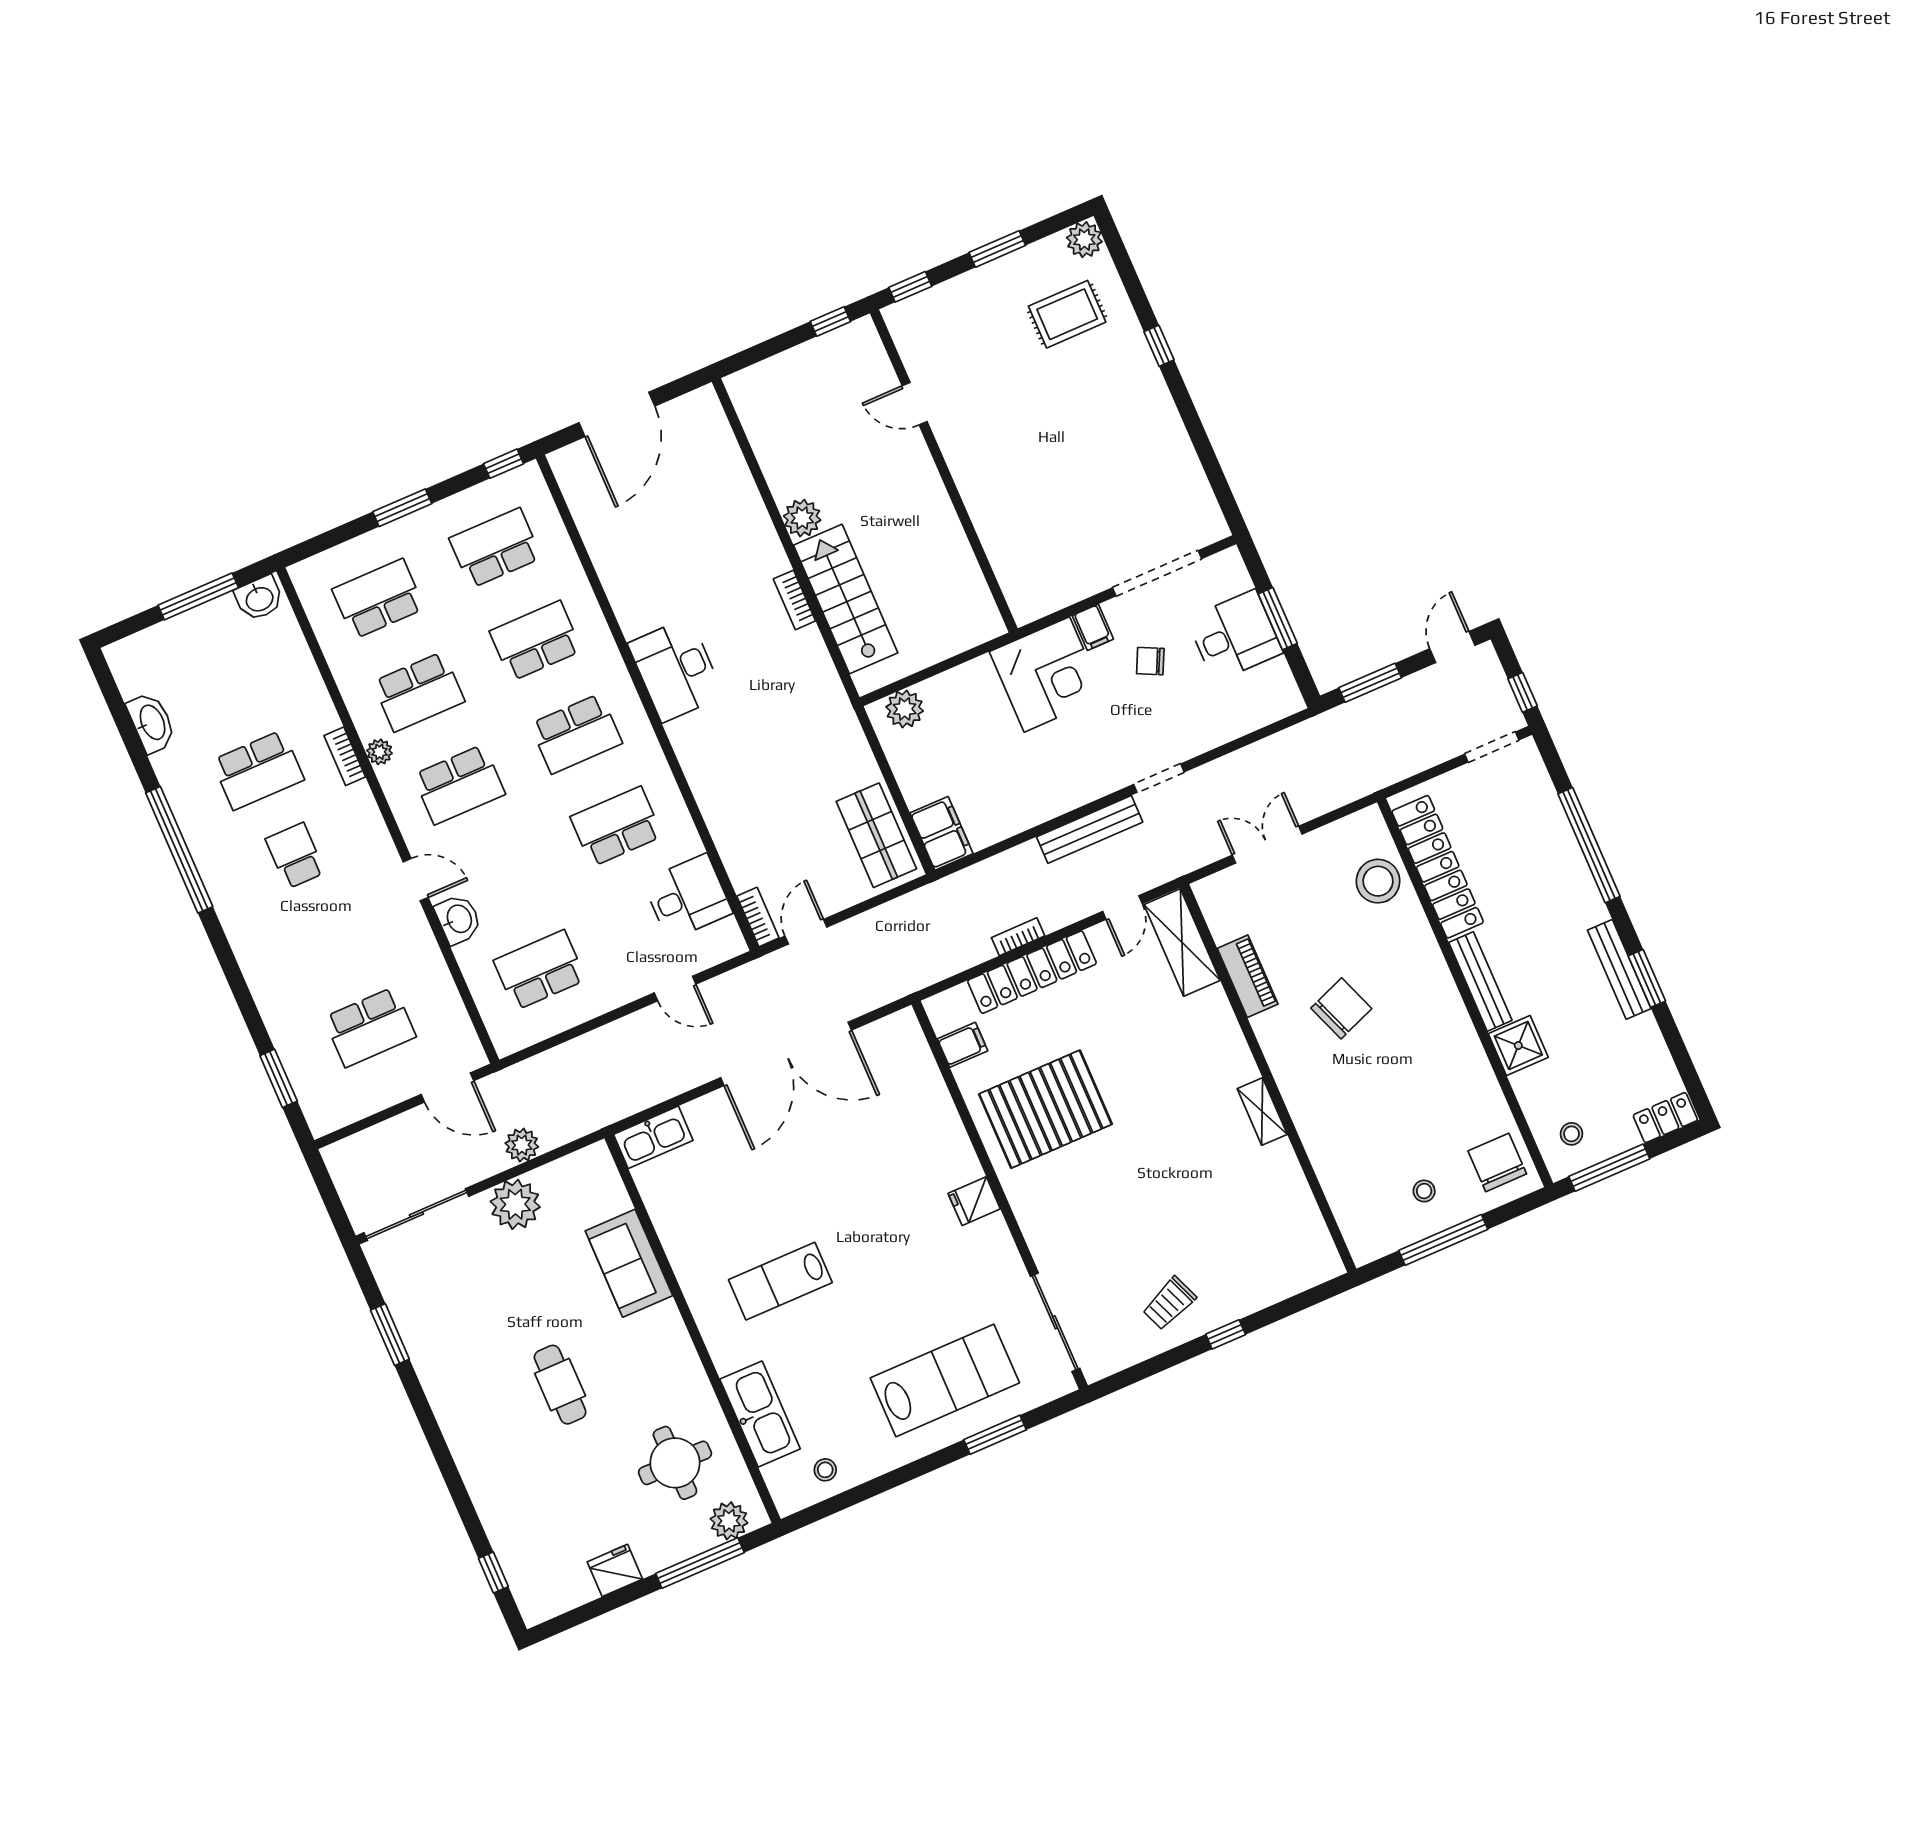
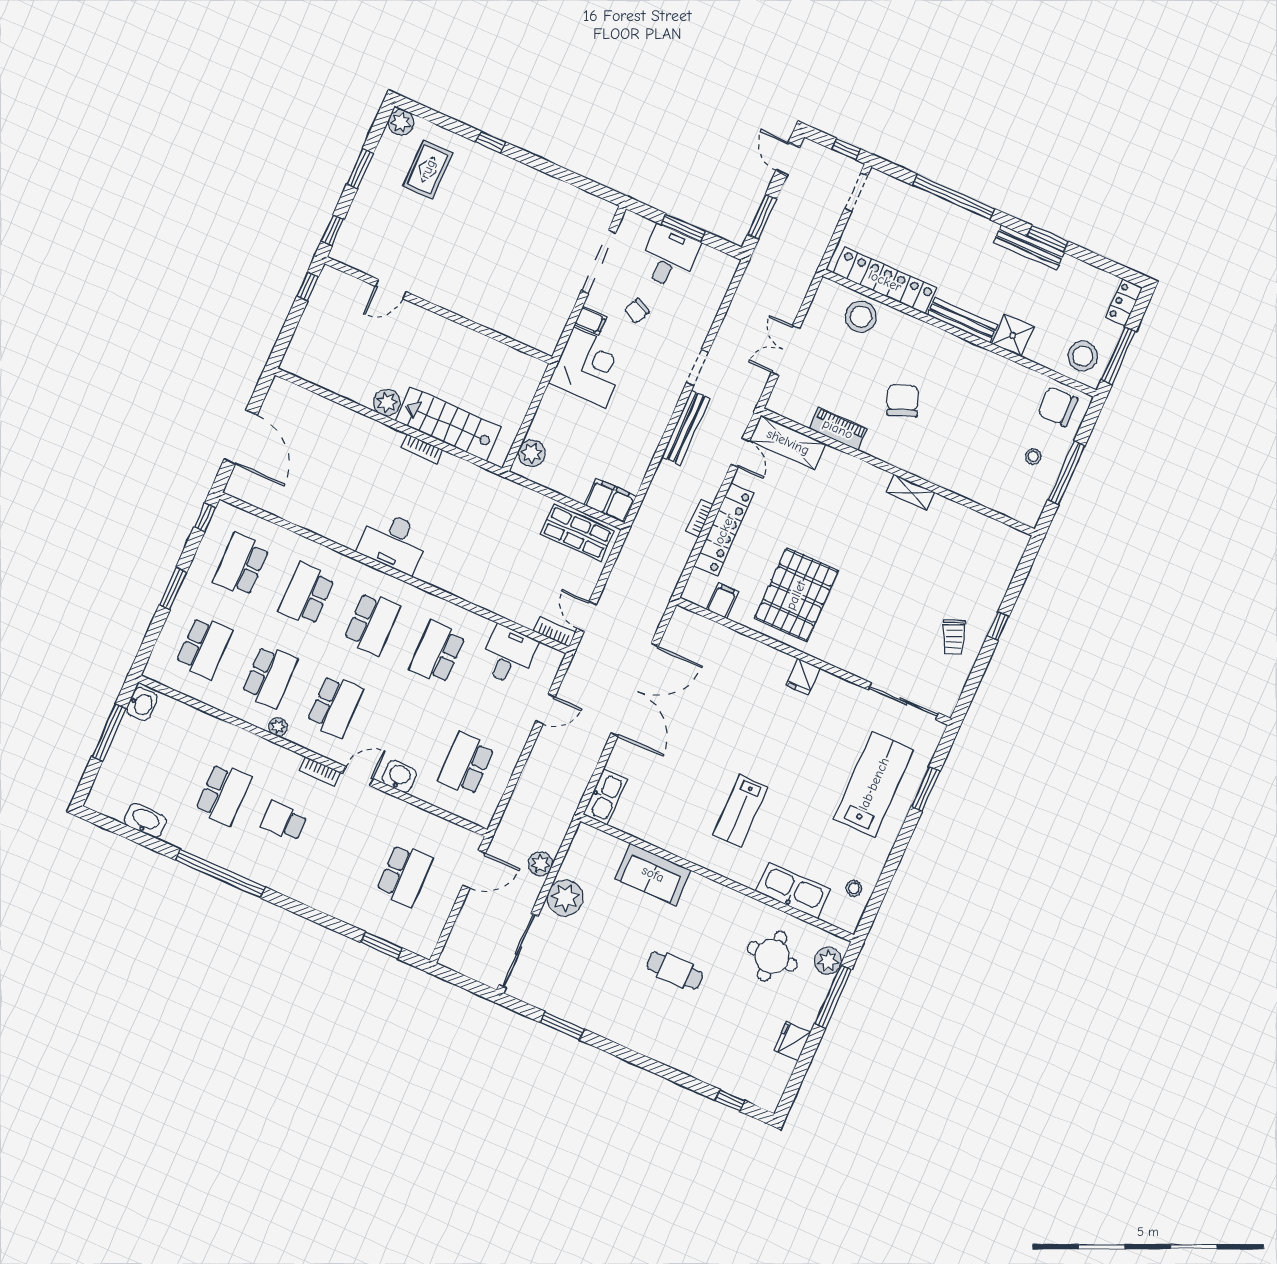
school desk: (378, 599) -> (204, 647), turned 180
bookcase: (345, 756) -> (320, 771), moved
stool: (1572, 1134) -> (1083, 356), width x1.89, depth x1.89

